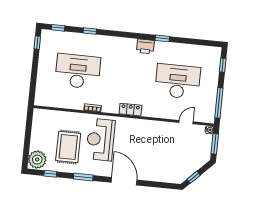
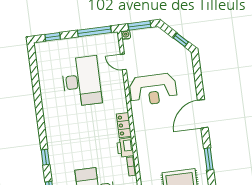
window: (162, 38) -> (45, 157), moved
printer: (145, 46) -> (125, 147), moved, turned 180
desk: (178, 81) -> (82, 81), turned 180
reception desk: (101, 140) -> (153, 89), moved

